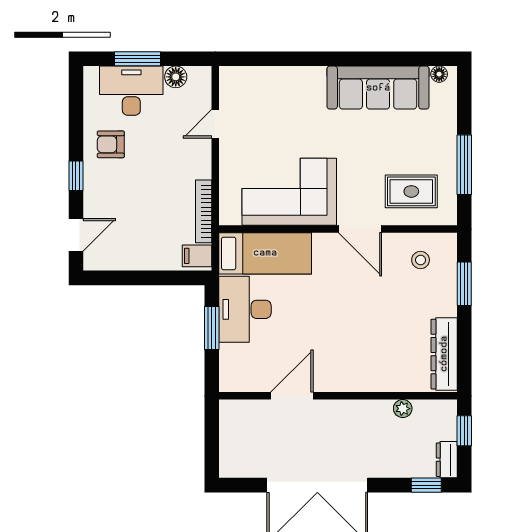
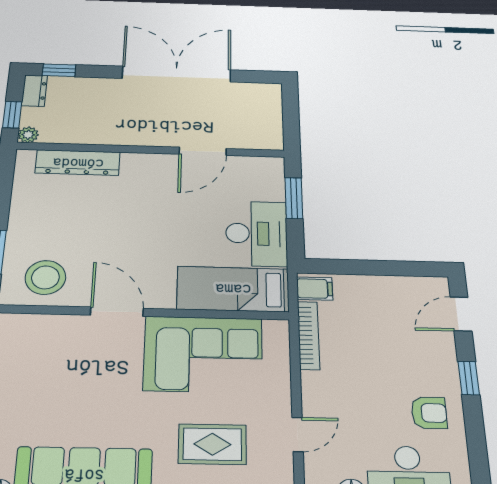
rug: (411, 191) -> (212, 444), moved
stool: (421, 260) -> (45, 277), width x1.89, depth x1.89
window: (212, 328) -> (294, 198), moved
dresser: (444, 354) -> (78, 163), moved, turned 90
plant: (403, 409) -> (28, 135), moved

